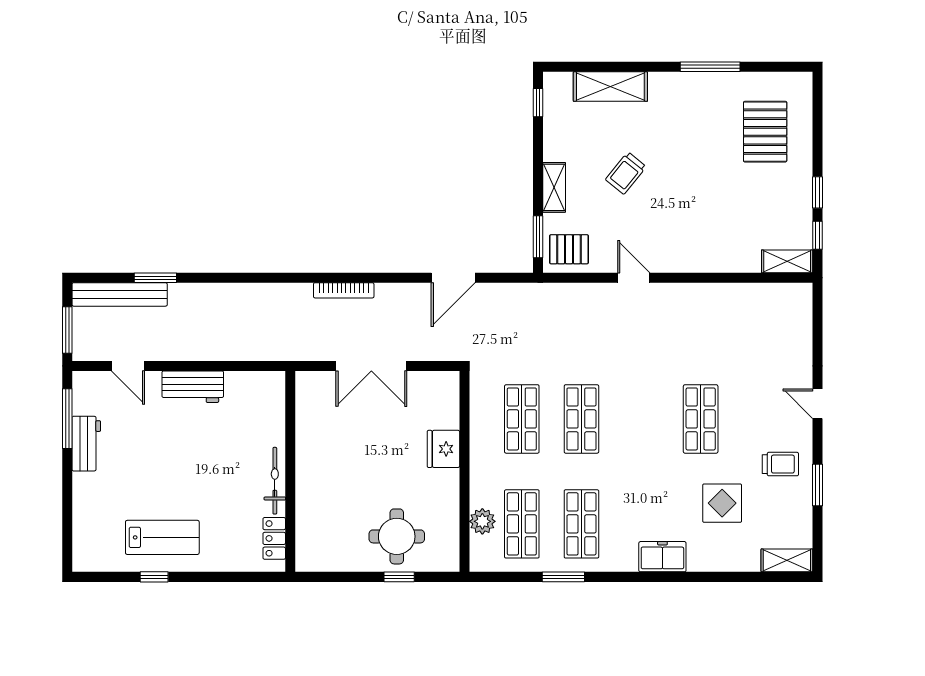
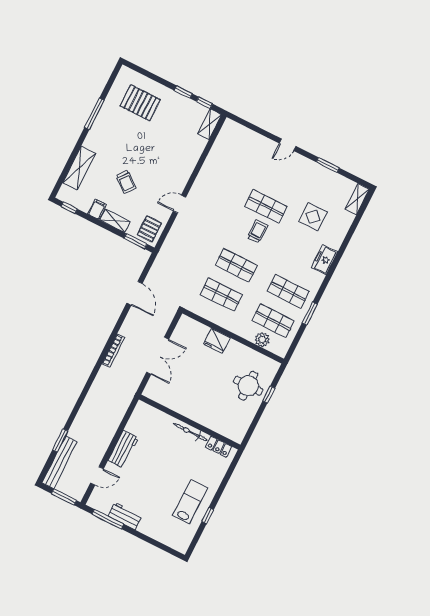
filing cabinet: (558, 149) -> (97, 209), added
trolley: (780, 464) -> (258, 231), moved

